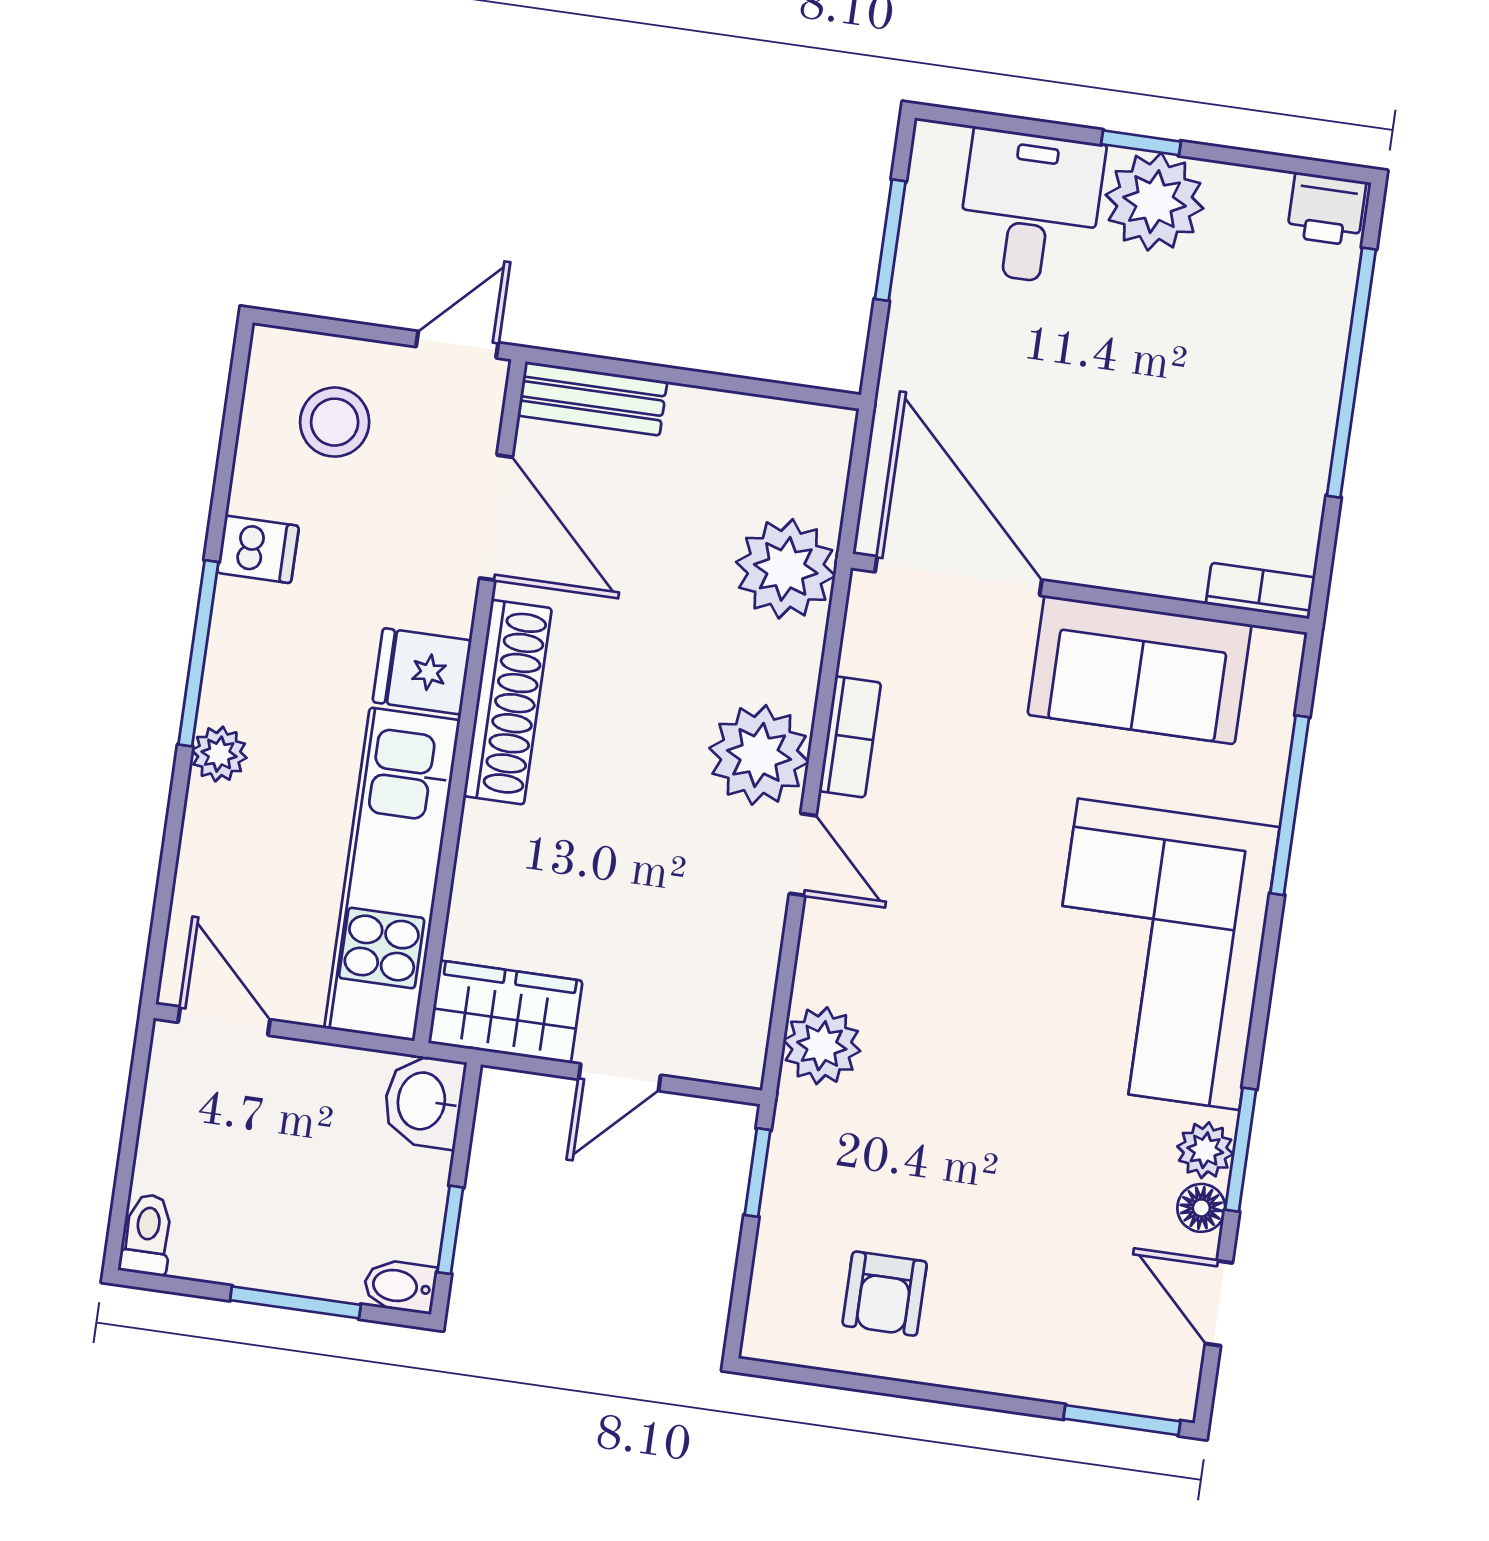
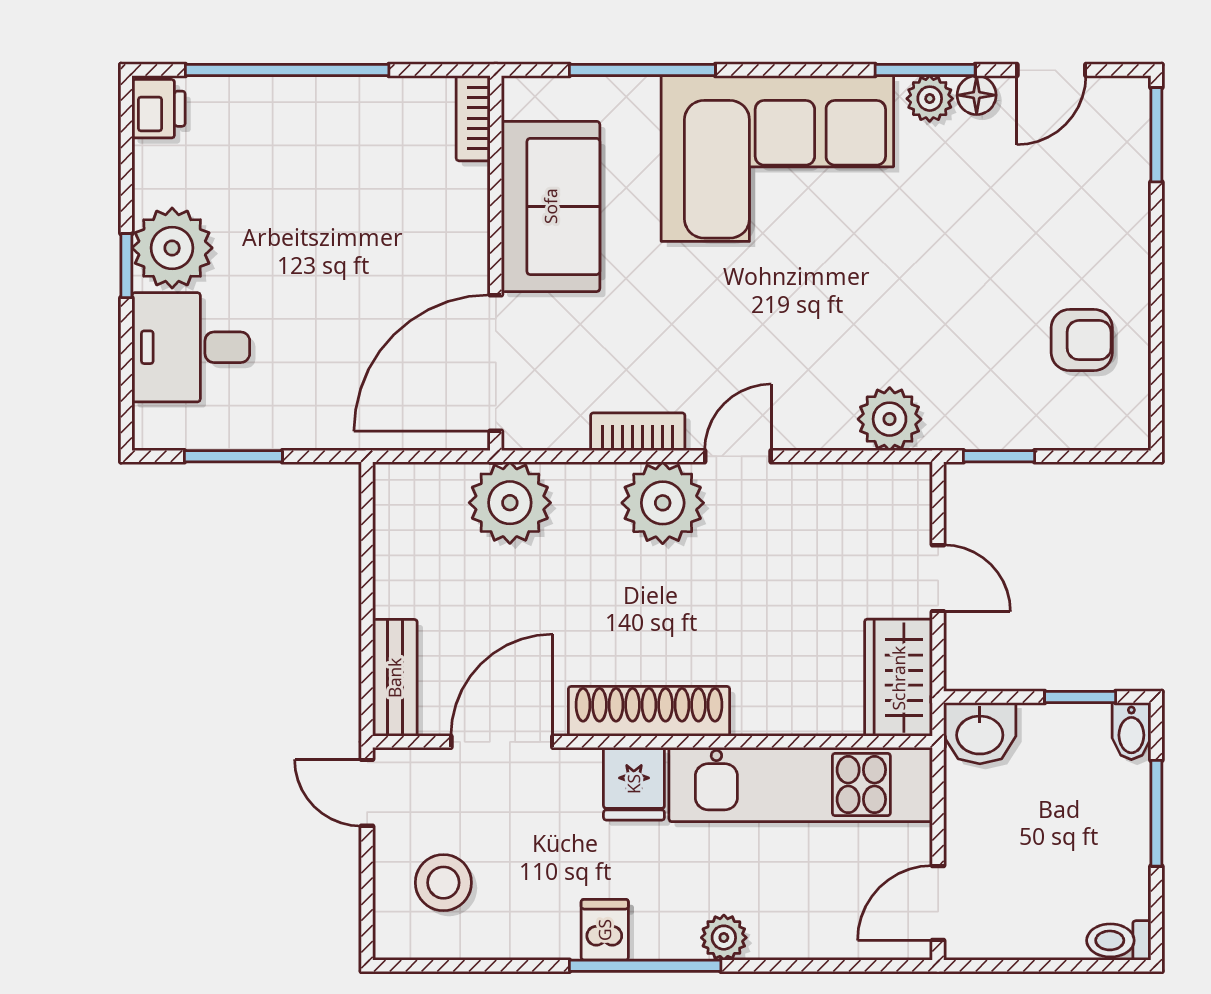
dishwasher: (258, 549) -> (605, 930), moved

